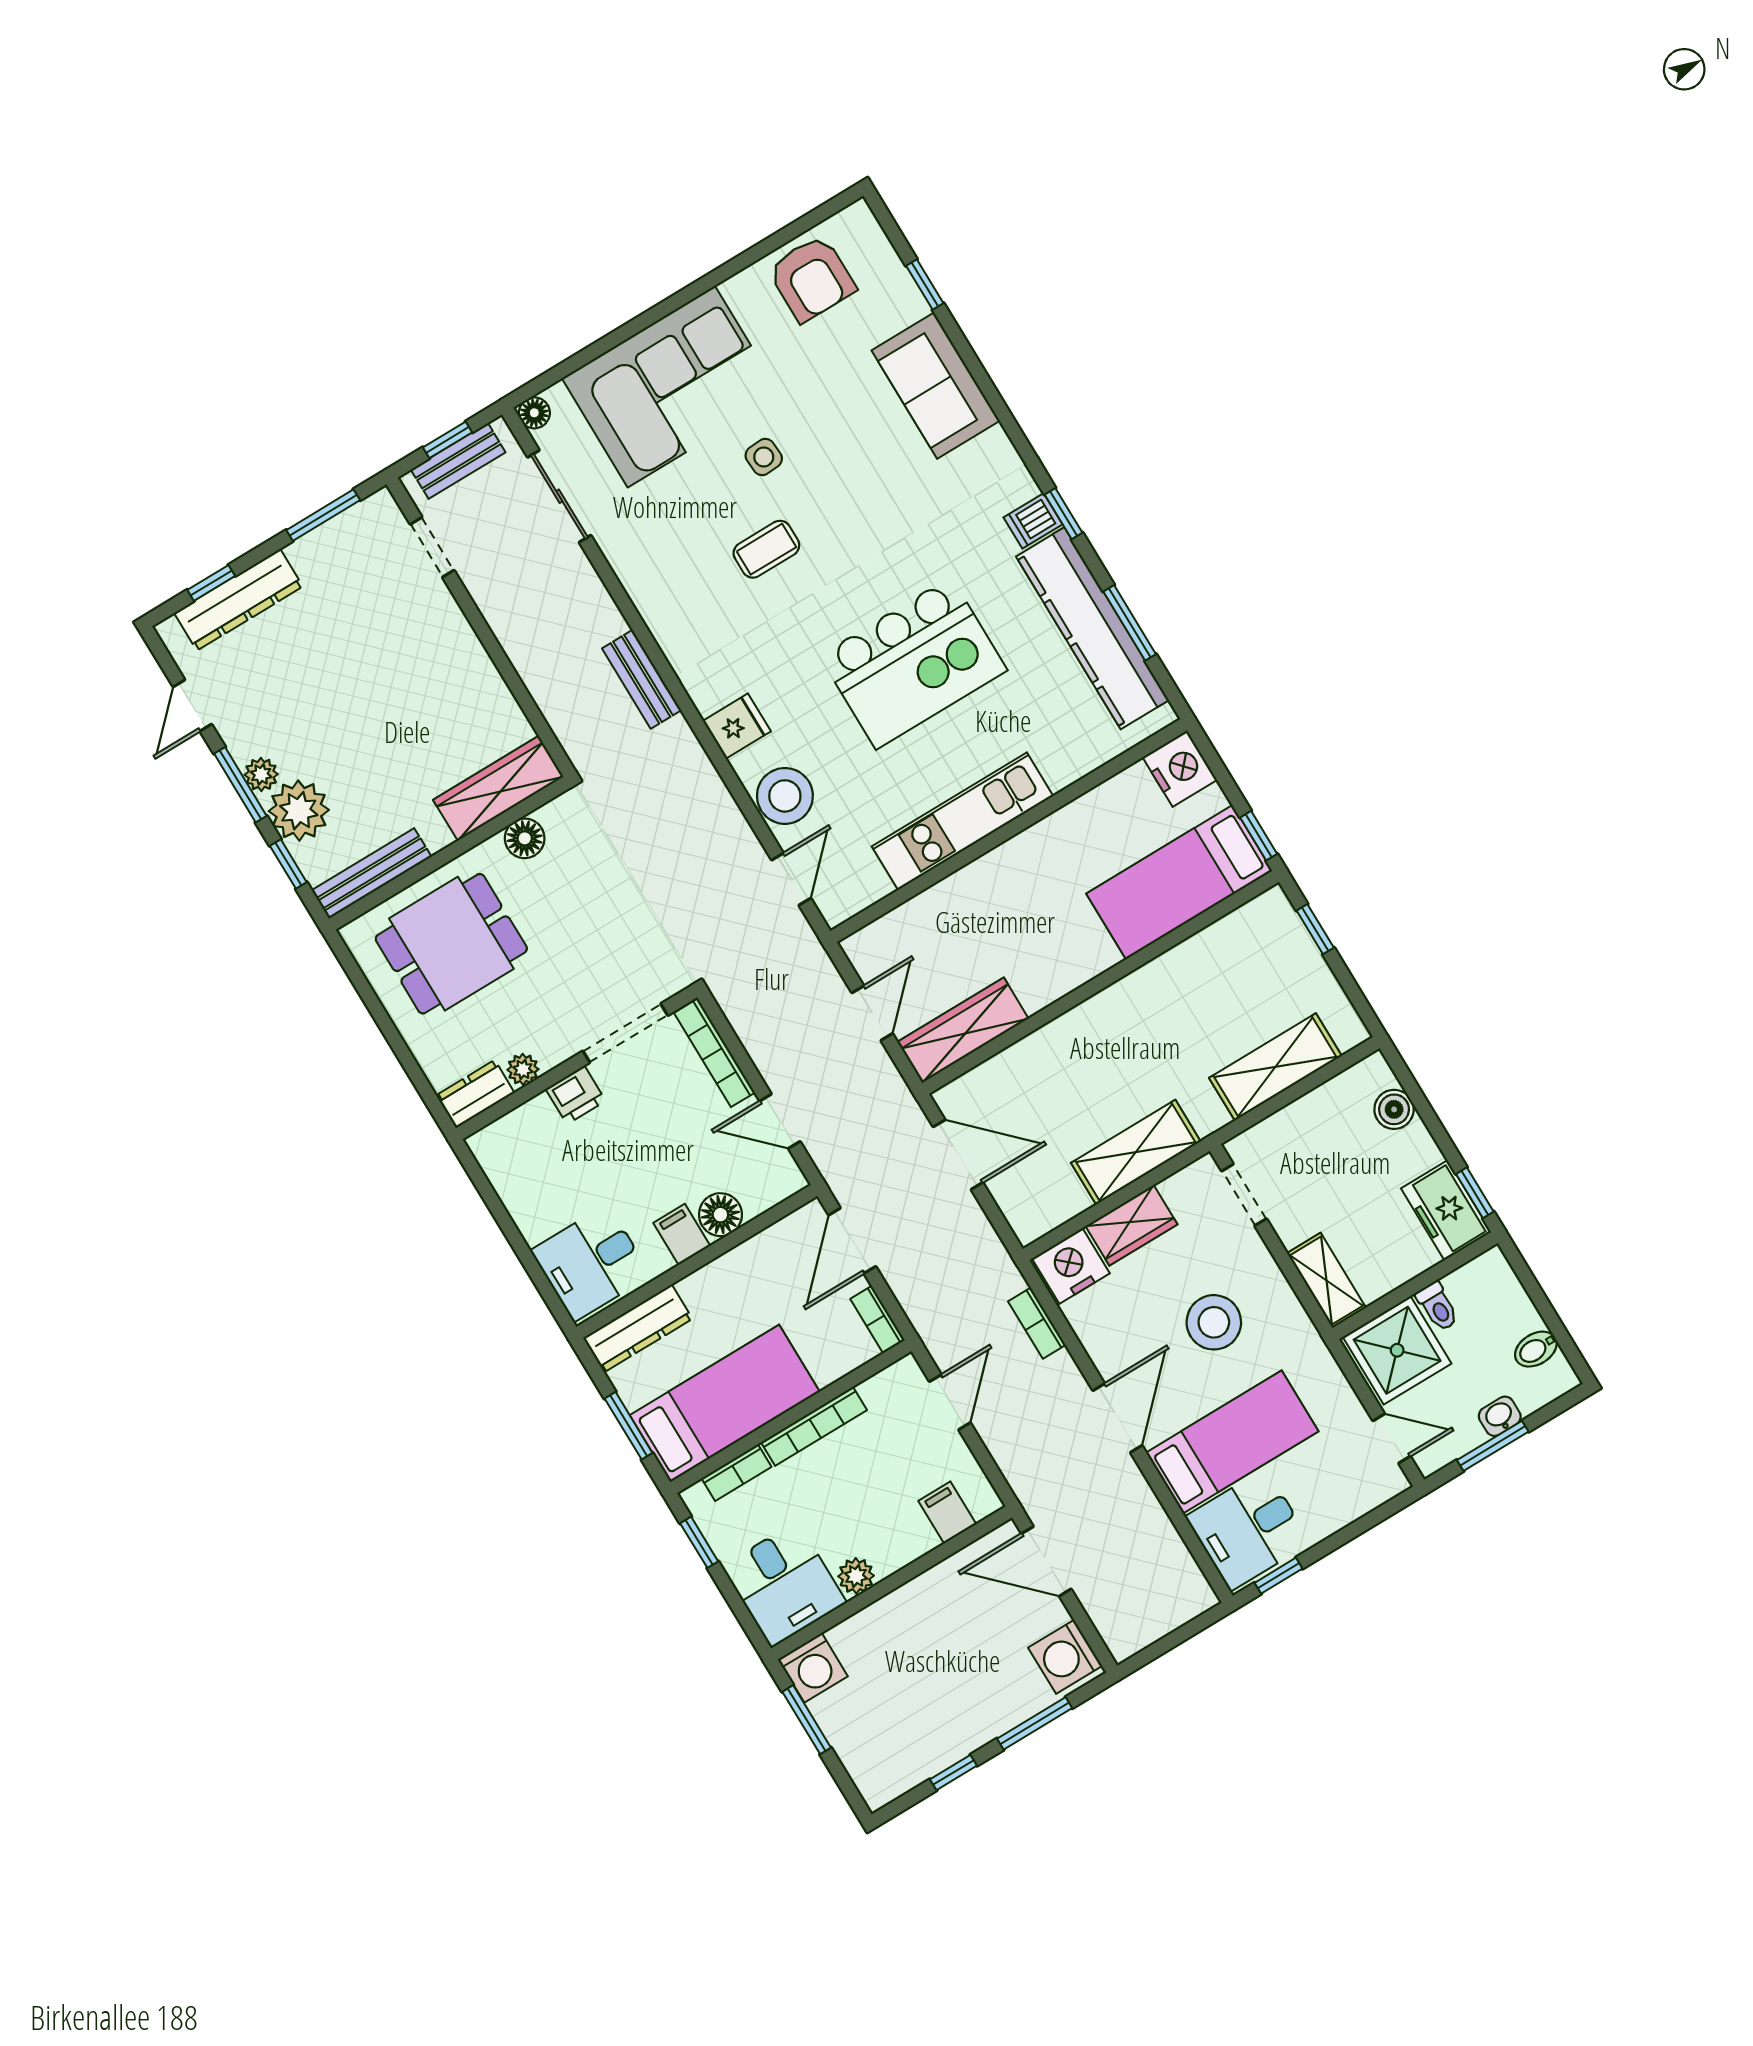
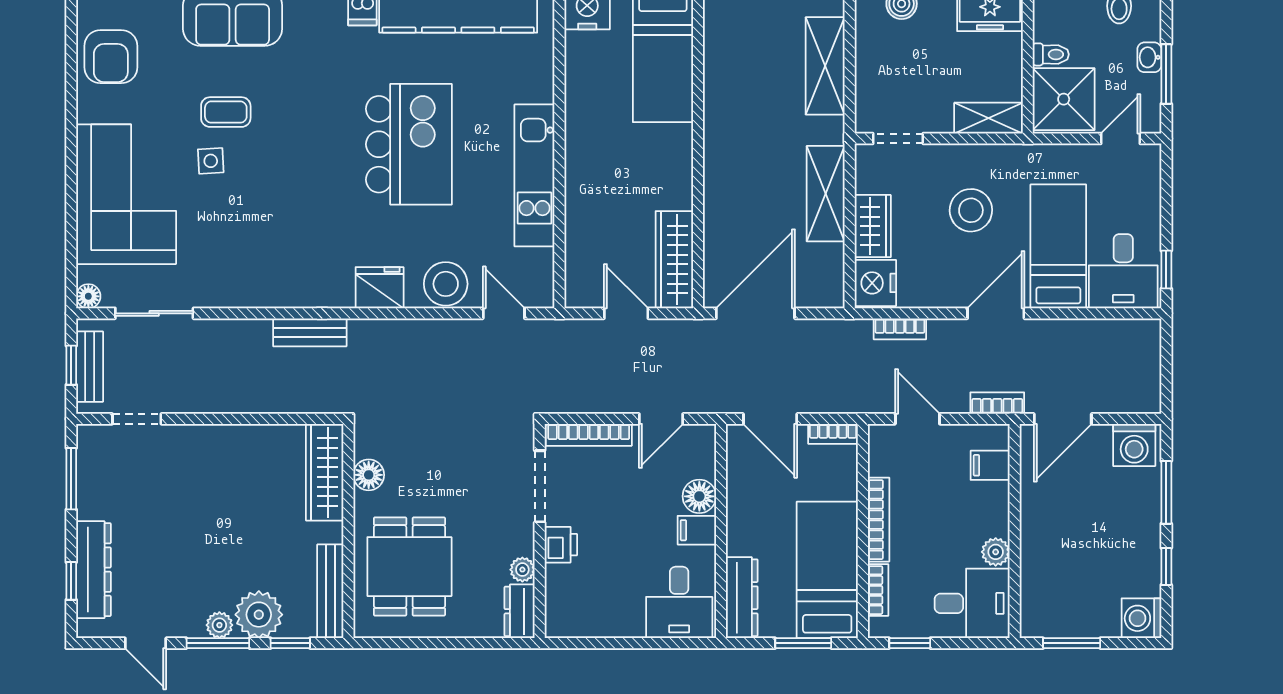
armchair: (812, 279) -> (111, 57), turned 90
coffee table: (766, 549) -> (226, 112), moved, turned 90
fridge: (737, 726) -> (380, 288), width x1.38
door: (958, 1155) -> (755, 313), width x1.36
door: (1118, 1418) -> (996, 313), hinge flipped
bookcase: (1020, 1479) -> (997, 403), added
washing machine: (813, 1668) -> (1141, 618), moved, turned 180

